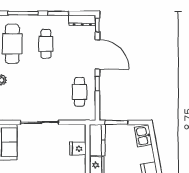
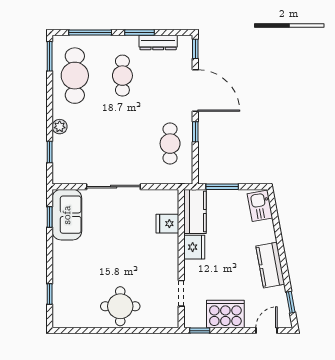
dresser: (82, 20) -> (158, 42), moved

